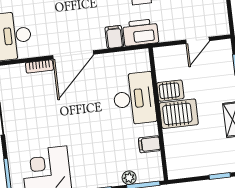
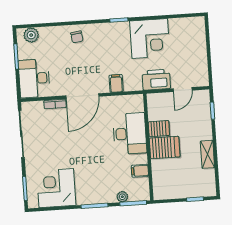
printer: (141, 33) -> (156, 80), moved

